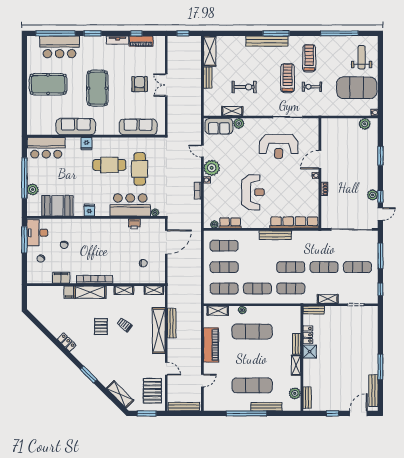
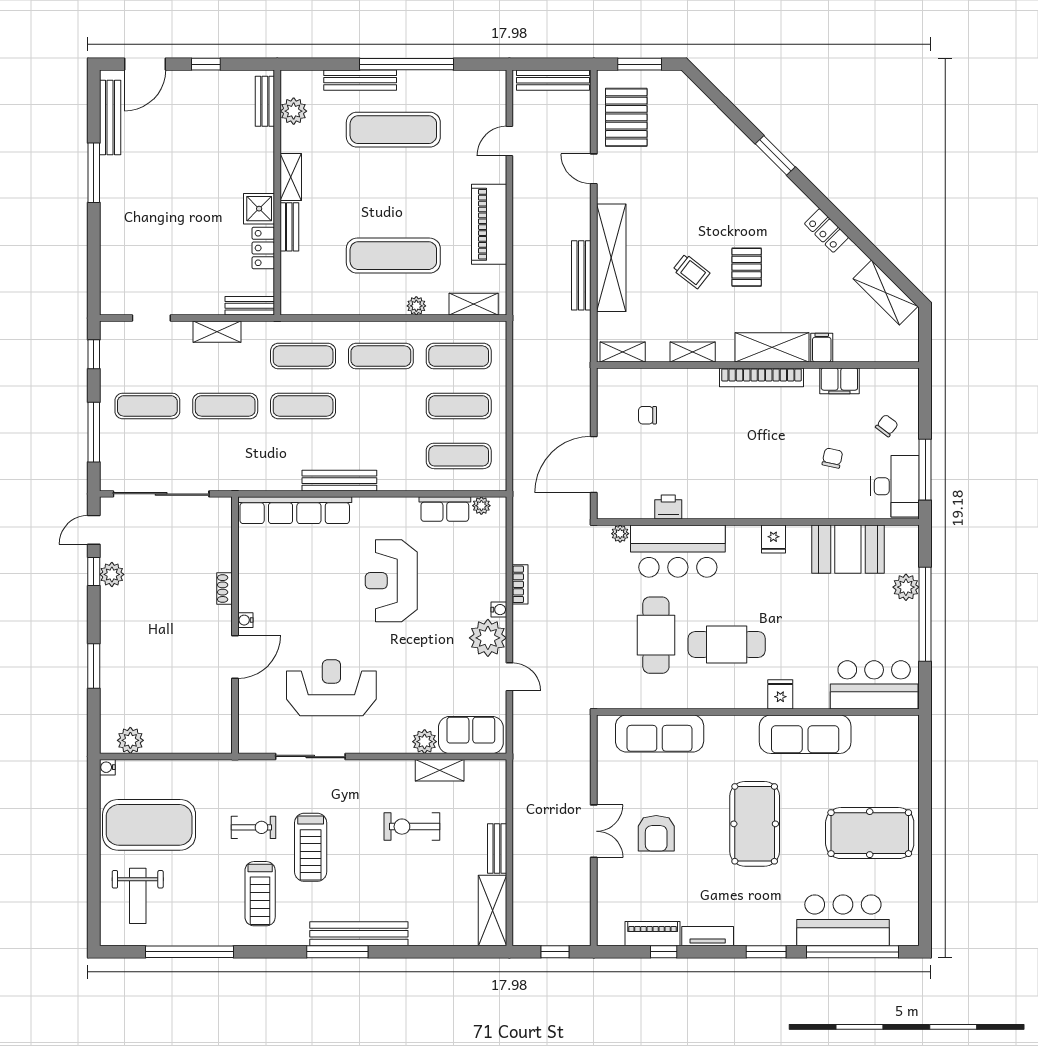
shelving: (120, 394) -> (886, 292), moved

